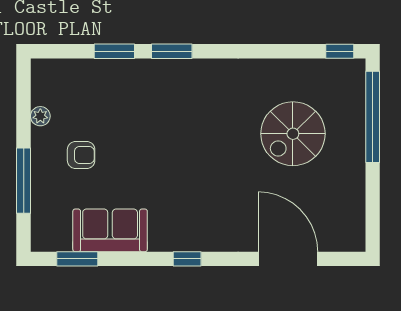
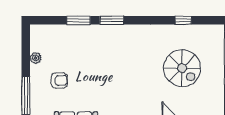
window: (340, 51) -> (183, 20), moved
spiral stairs: (293, 134) -> (182, 68), turned -90

